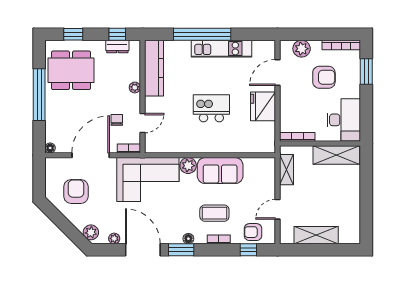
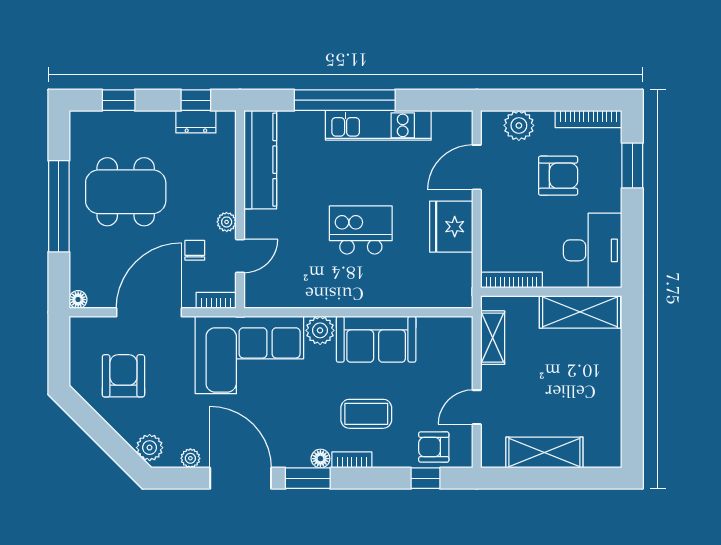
dining table: (71, 70) -> (126, 192), moved
plant: (135, 87) -> (227, 222), moved
bookcase: (219, 239) -> (352, 460), moved

